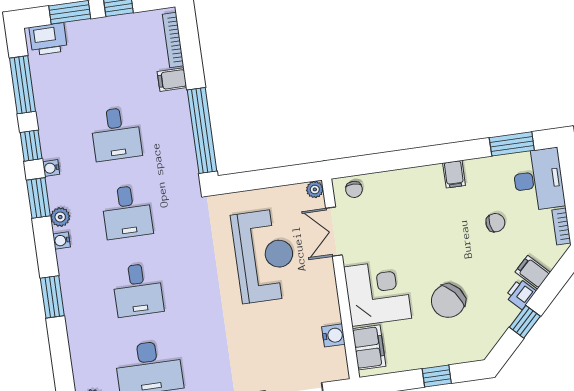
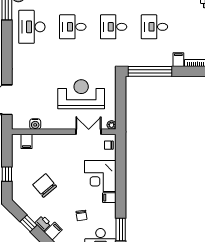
reception desk: (264, 256) -> (81, 94), turned 180
corner desk: (378, 293) -> (100, 176), moved, turned 90
filing cabinet: (369, 347) -> (26, 141), width x0.50

